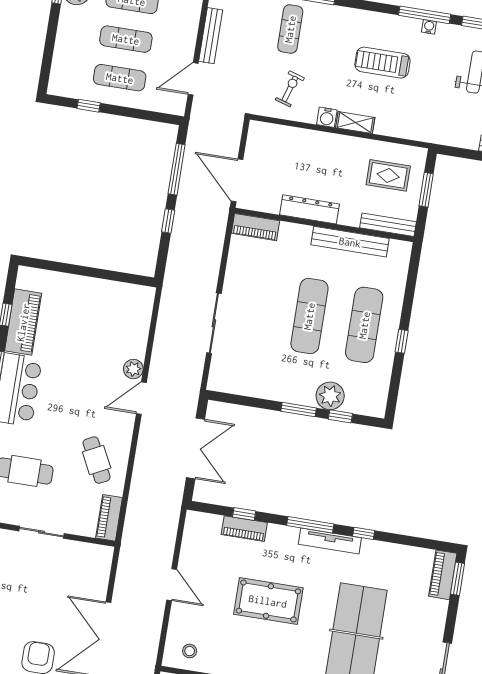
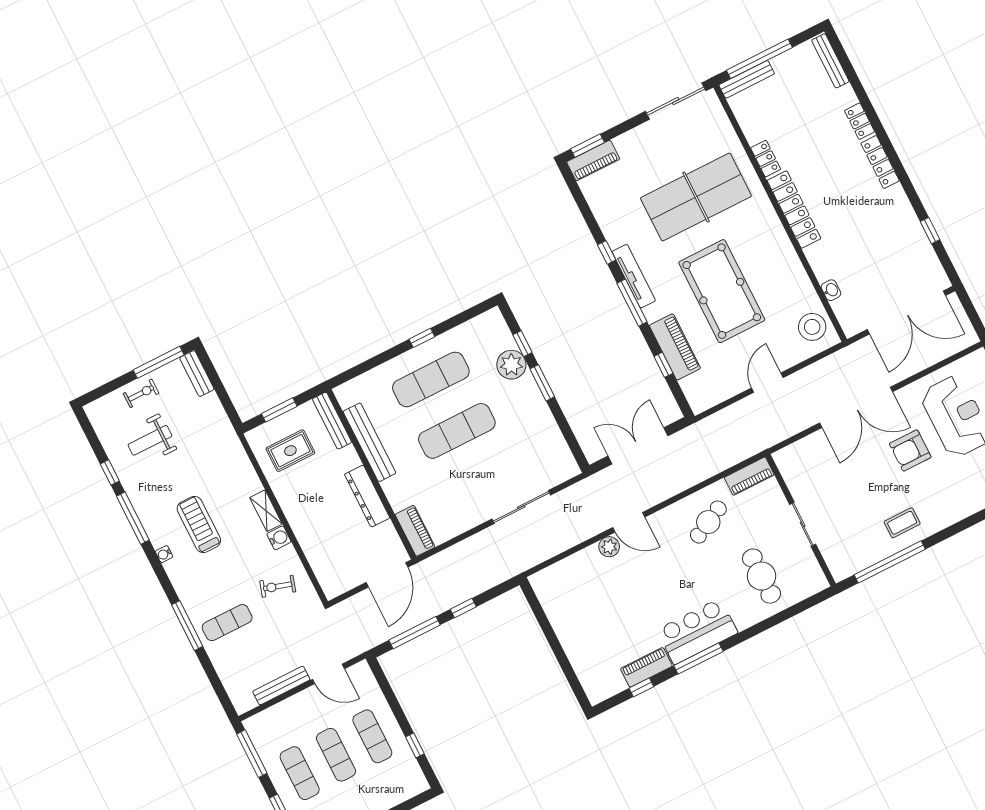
water cooler: (429, 27) -> (164, 554), moved
treadmill: (382, 63) -> (199, 524), turned 180
rug: (388, 175) -> (290, 451), turned 90
piano: (23, 322) -> (646, 667), width x0.73, depth x0.75
piano: (244, 529) -> (675, 347), width x1.37, depth x1.33
pool table: (268, 601) -> (722, 291), width x1.36, depth x1.32
stool: (190, 651) -> (812, 327), width x1.89, depth x1.89

